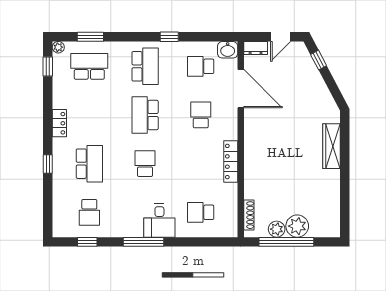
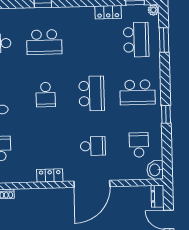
door: (241, 89) -> (92, 184), moved
school desk: (145, 115) -> (92, 93), turned 90
locker: (59, 123) -> (108, 12), moved
locker: (231, 162) -> (50, 176), width x0.66
school desk: (145, 164) -> (46, 95), turned 90

